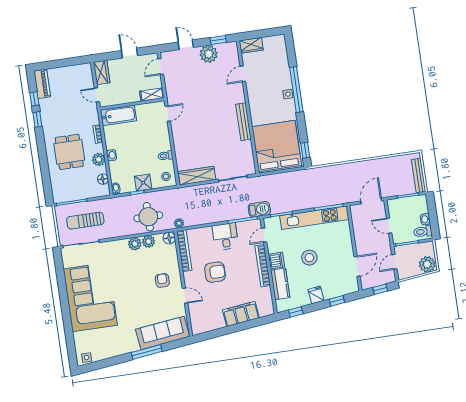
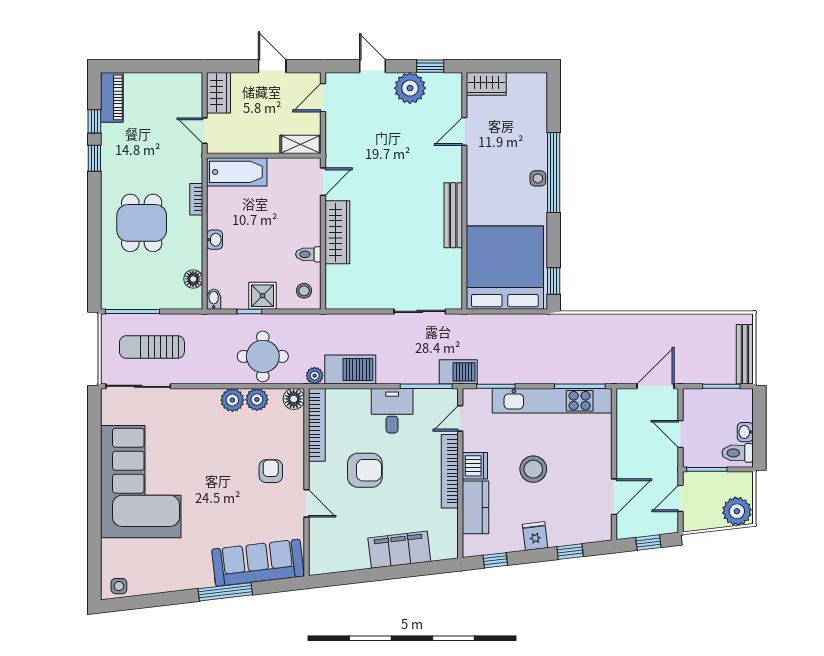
plant: (99, 159) -> (191, 244), removed
wardrobe: (197, 176) -> (337, 232), moved, turned 90
barbecue: (198, 217) -> (350, 370), added

